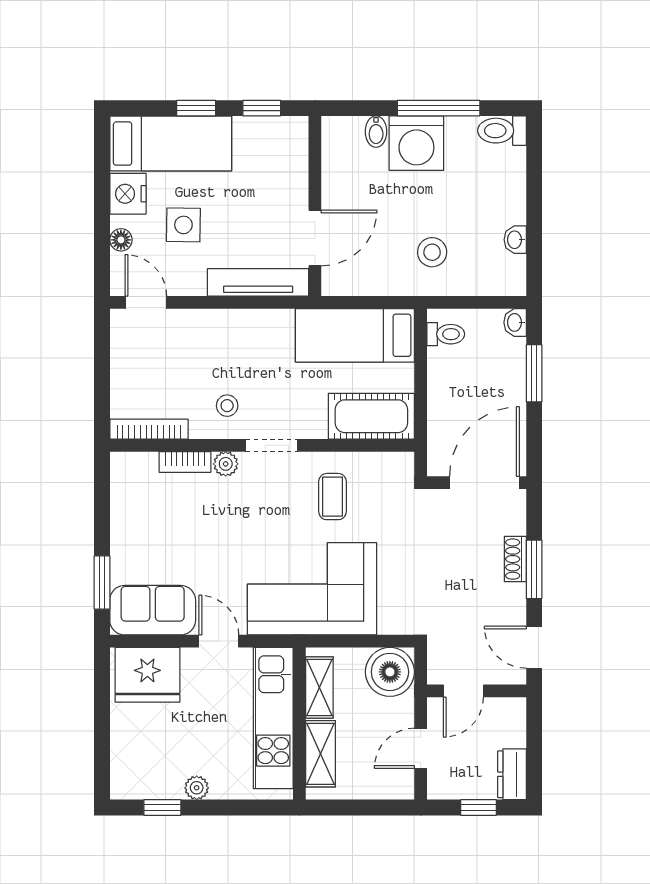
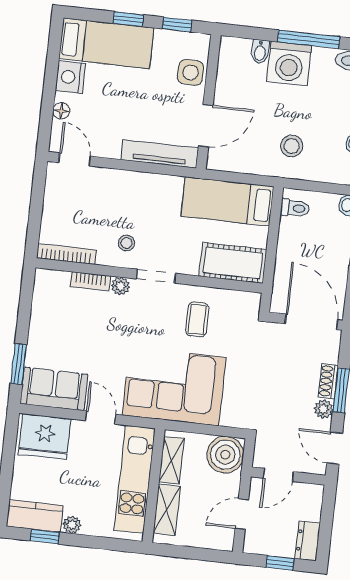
side table: (183, 225) -> (191, 72), moved
door: (484, 483) -> (311, 322), hinge flipped
plant: (514, 597) -> (324, 409), added
kitchen counter: (146, 782) -> (35, 516), added

